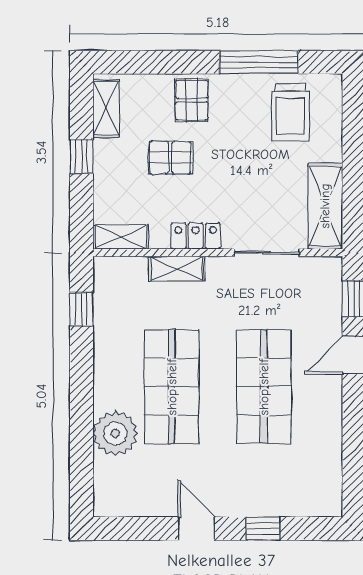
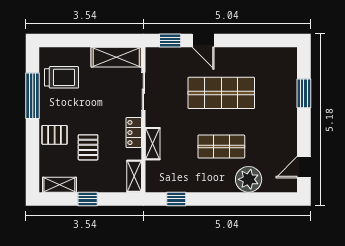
shop shelf: (172, 387) -> (221, 147), width x0.70, depth x0.74
door: (196, 529) -> (304, 167), moved
window: (263, 529) -> (304, 93), width x1.50

